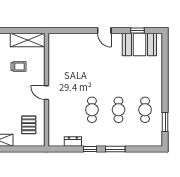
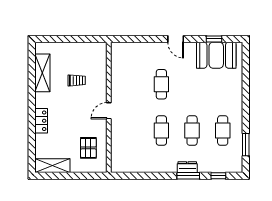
shelving: (28, 40) -> (87, 50), removed
cafe table: (92, 70) -> (161, 84), added
door: (46, 93) -> (109, 111), hinge flipped
dresser: (73, 142) -> (187, 167), moved
window: (90, 149) -> (218, 176), moved

